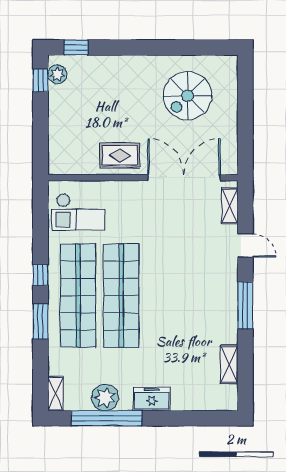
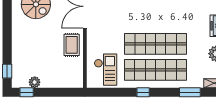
plant: (57, 74) -> (35, 82), moved
window: (40, 322) -> (190, 92), moved

